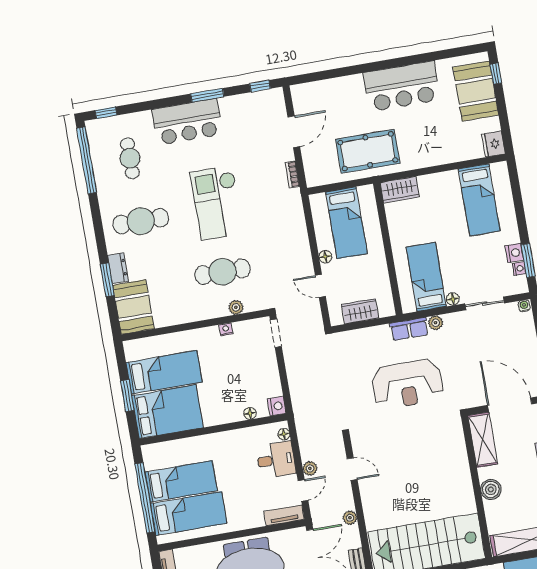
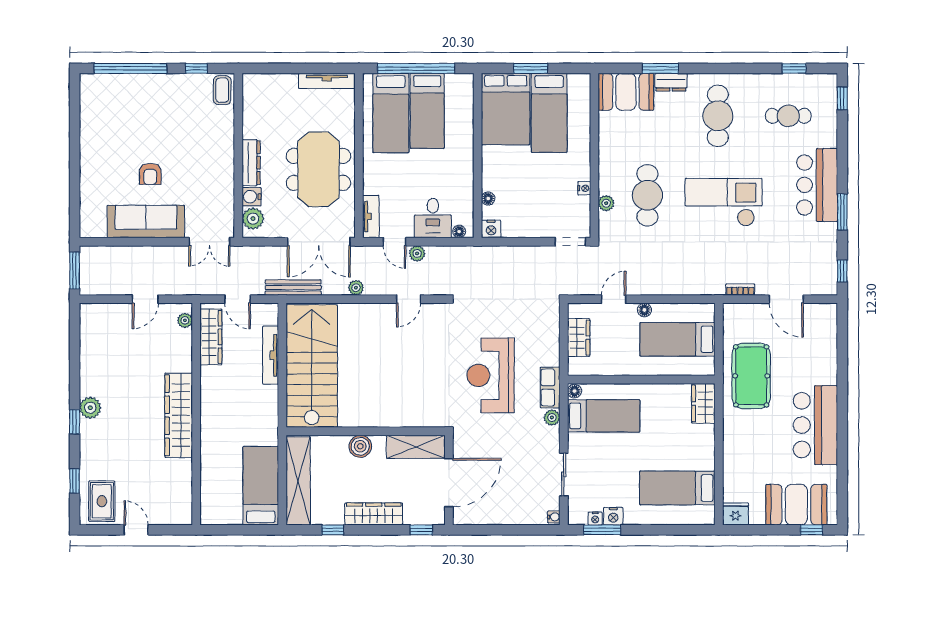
window: (87, 160) -> (794, 68), width x0.32
floor lamp: (453, 299) -> (575, 391), moved

